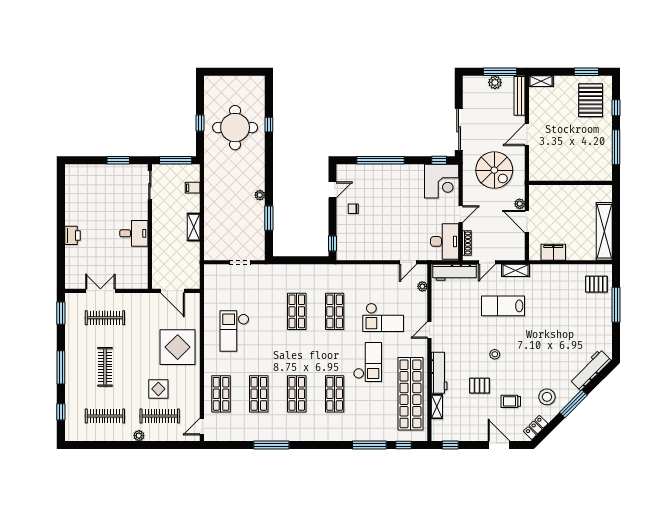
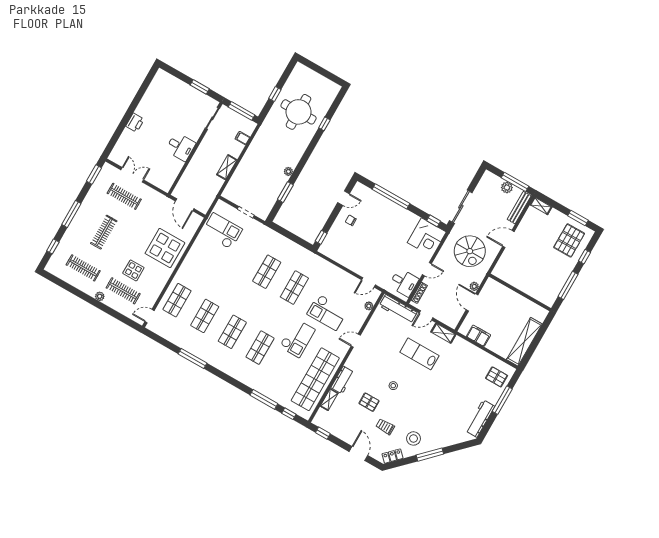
desk: (445, 241) -> (404, 282), width x0.73
checkout: (234, 331) -> (222, 231), moved, turned 90
workbench: (590, 370) -> (480, 419), moved, turned -45
workbench: (439, 373) -> (343, 380), width x0.73

